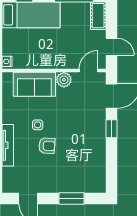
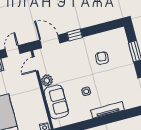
door: (88, 71) -> (35, 64), hinge flipped
armchair: (47, 146) -> (102, 58), moved

